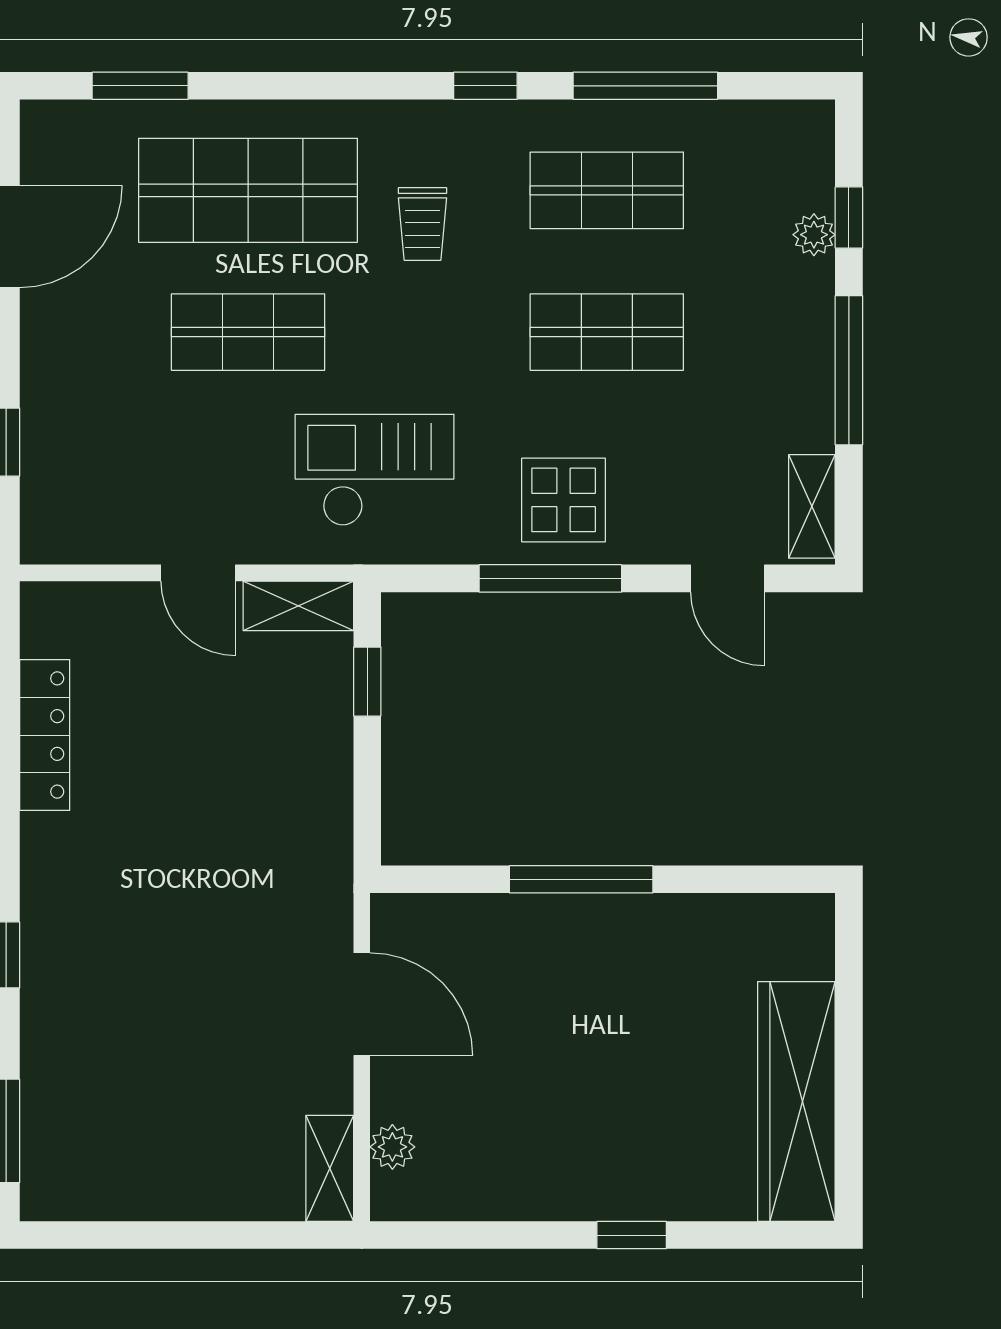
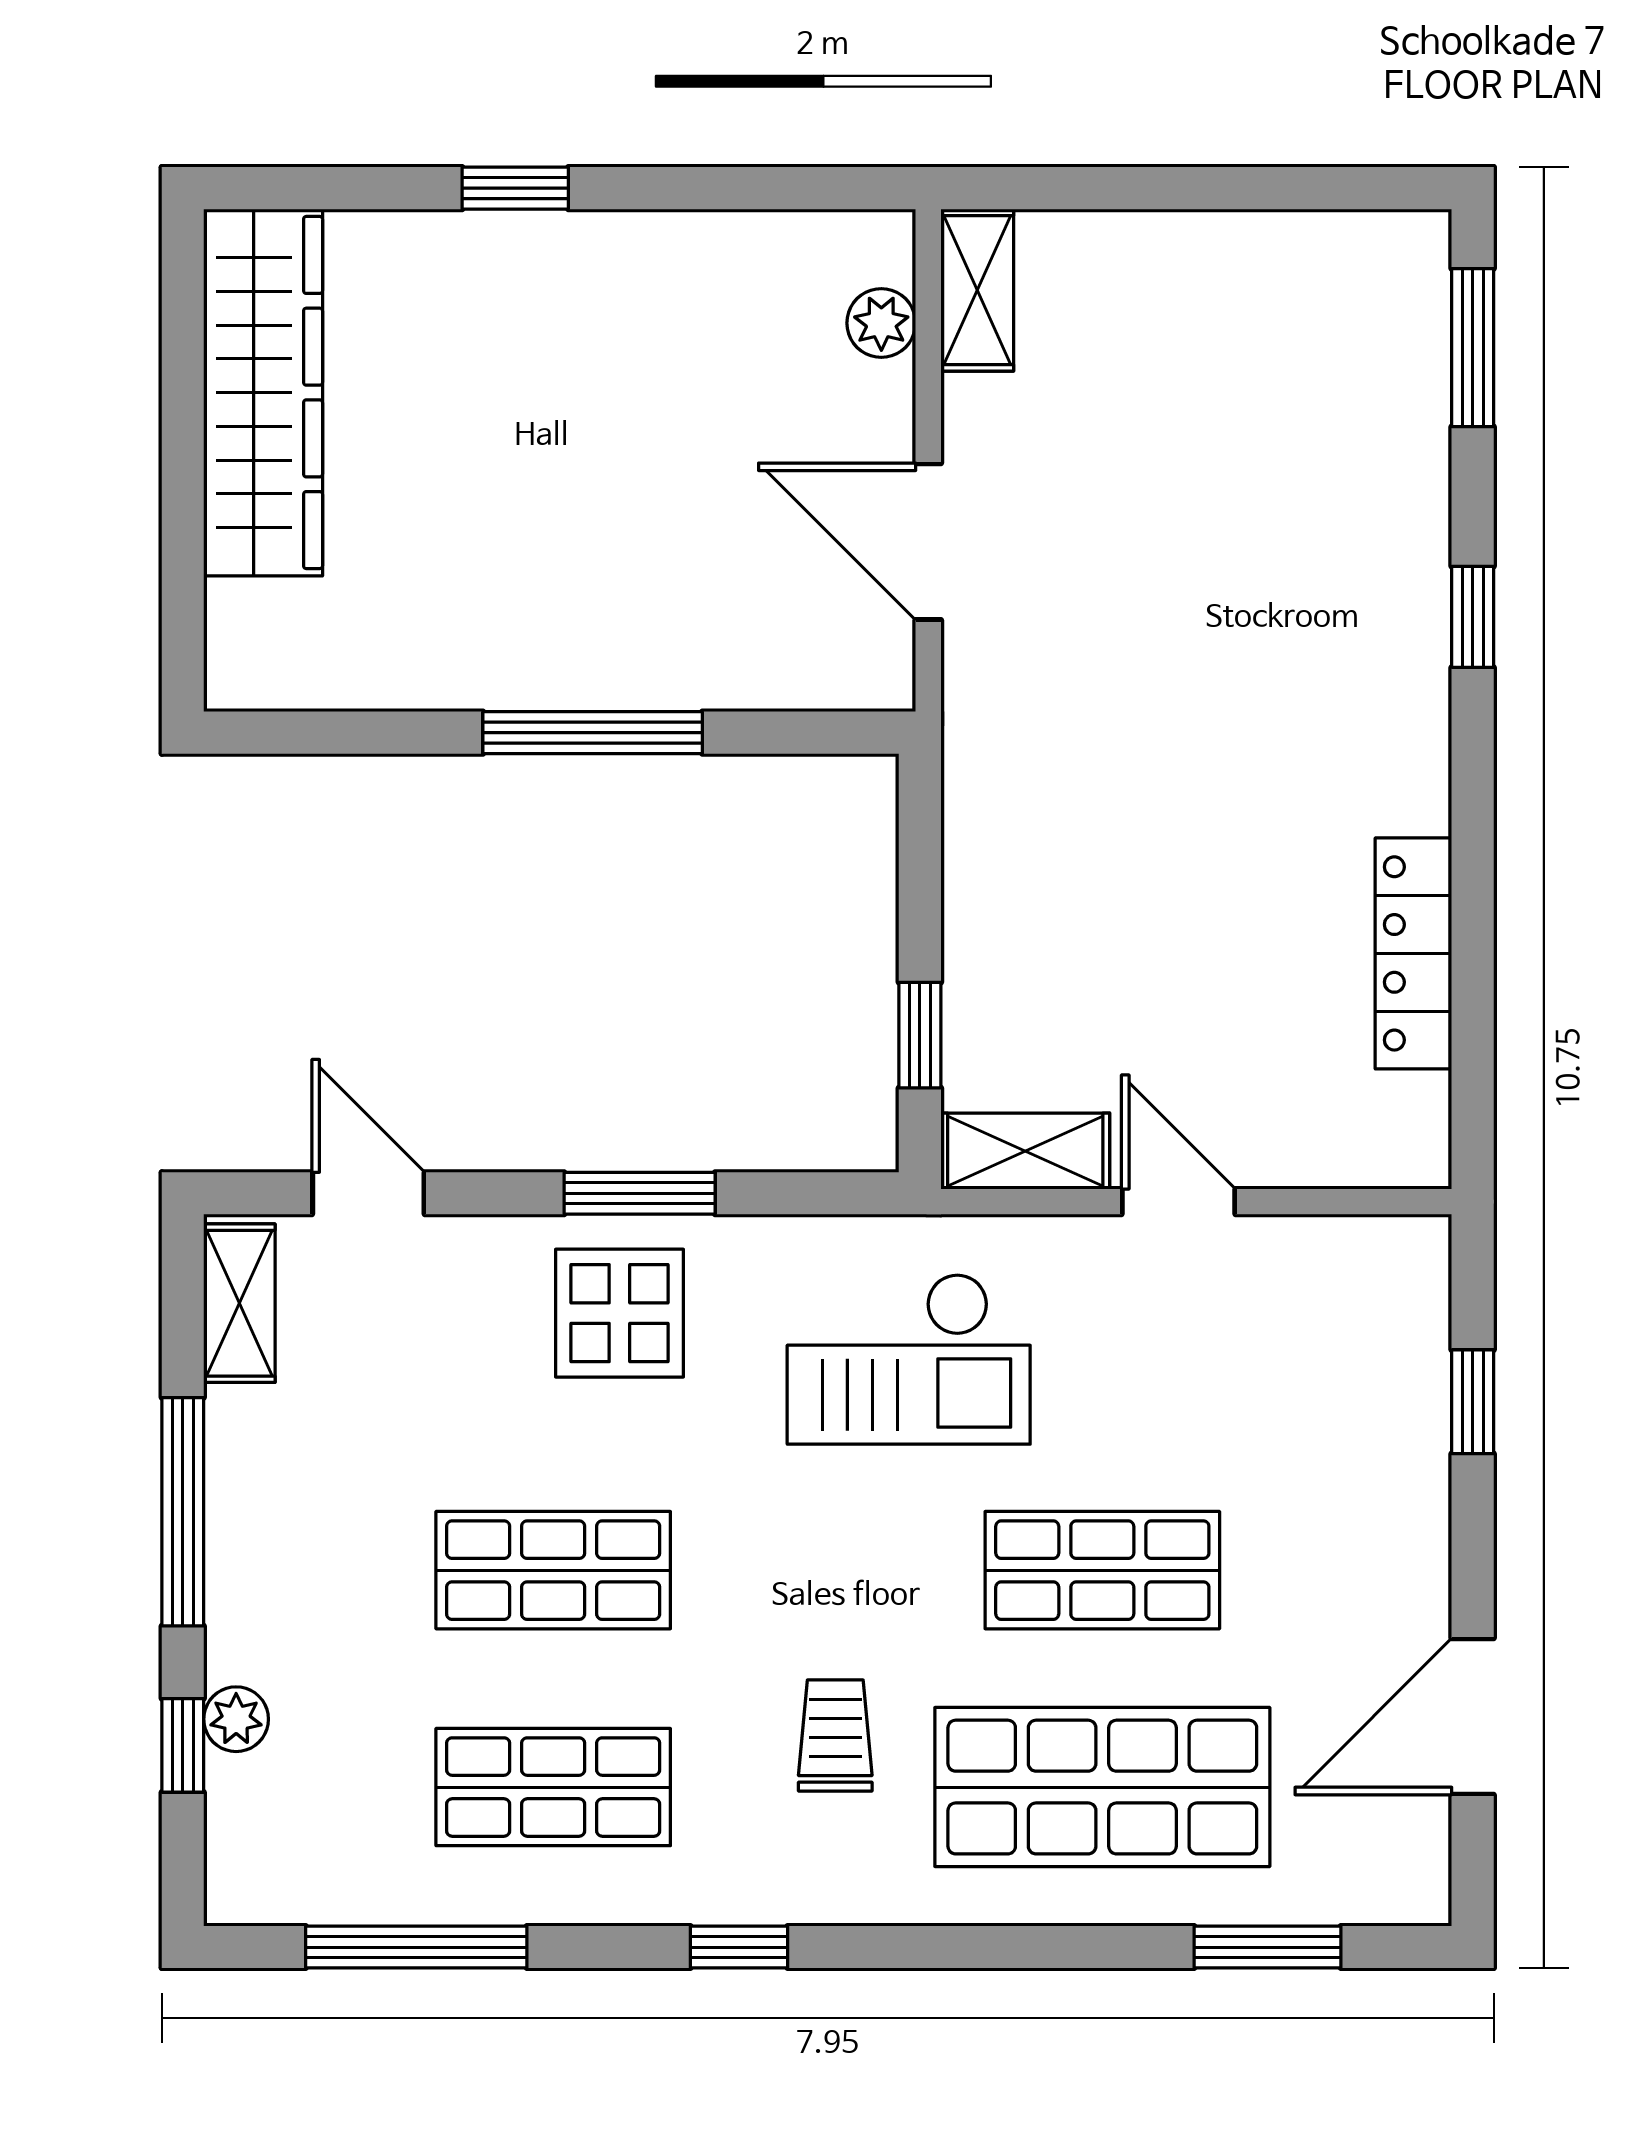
window: (645, 86) -> (416, 1947), moved
window: (550, 578) -> (640, 1193), width x0.69

